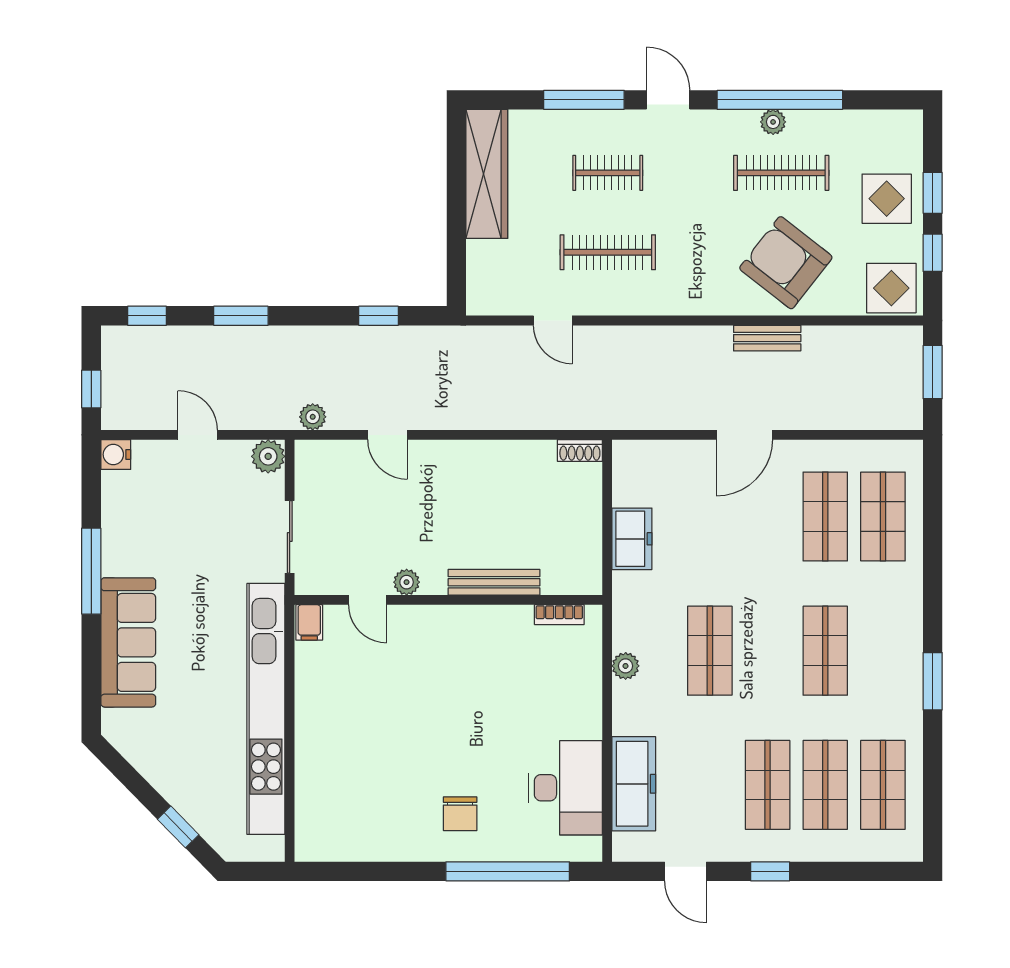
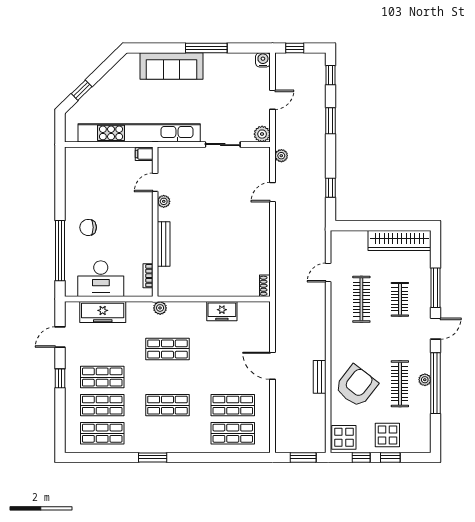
plant: (407, 582) -> (164, 201), moved
bench: (494, 582) -> (164, 244), moved
door: (368, 600) -> (155, 182), moved
wall: (448, 600) -> (155, 222), moved
bookcase: (559, 615) -> (148, 276), moved
filing cabinet: (309, 622) -> (144, 154), moved

